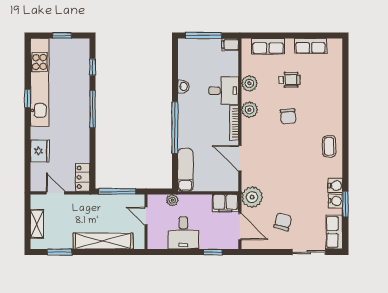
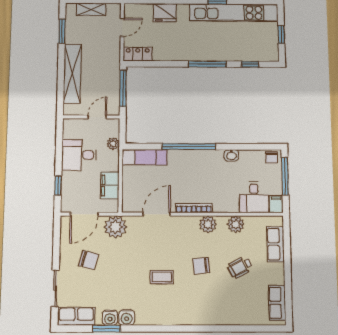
row of seats: (311, 46) -> (277, 303), moved
chair: (185, 48) -> (272, 157), added
wheelchair: (289, 80) -> (240, 267), turned 63
desk: (224, 91) -> (254, 197), moved
coffee table: (329, 146) -> (162, 277), moved
filing cabinet: (225, 203) -> (110, 186), moved

